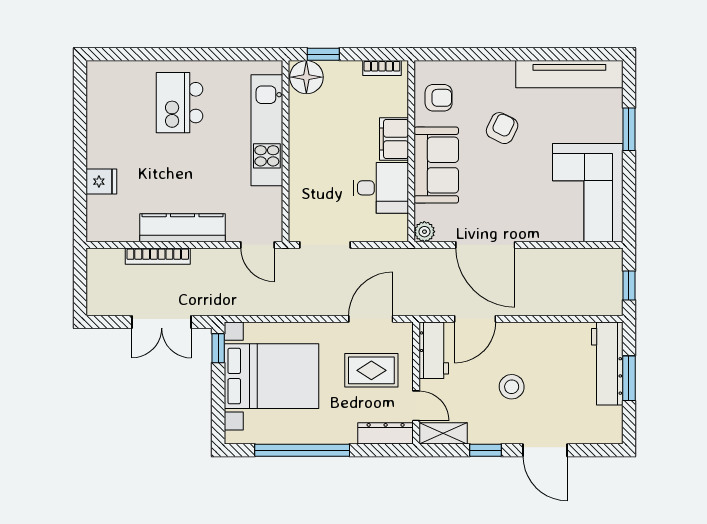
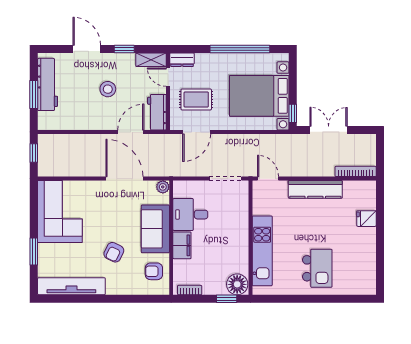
bookcase: (158, 256) -> (356, 171), moved
workbench: (607, 363) -> (48, 84), moved
dresser: (386, 433) -> (182, 60), width x0.70

